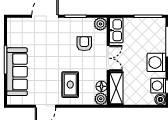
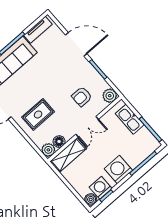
kitchen sink: (116, 30) -> (130, 119), moved, turned 90
tv unit: (12, 34) -> (38, 30), added
armchair: (84, 44) -> (82, 97), turned 180

